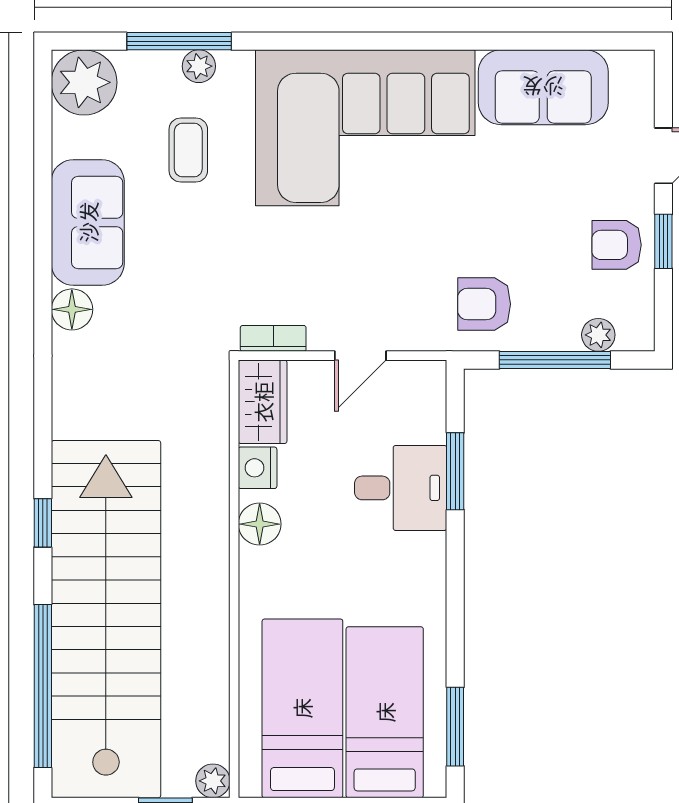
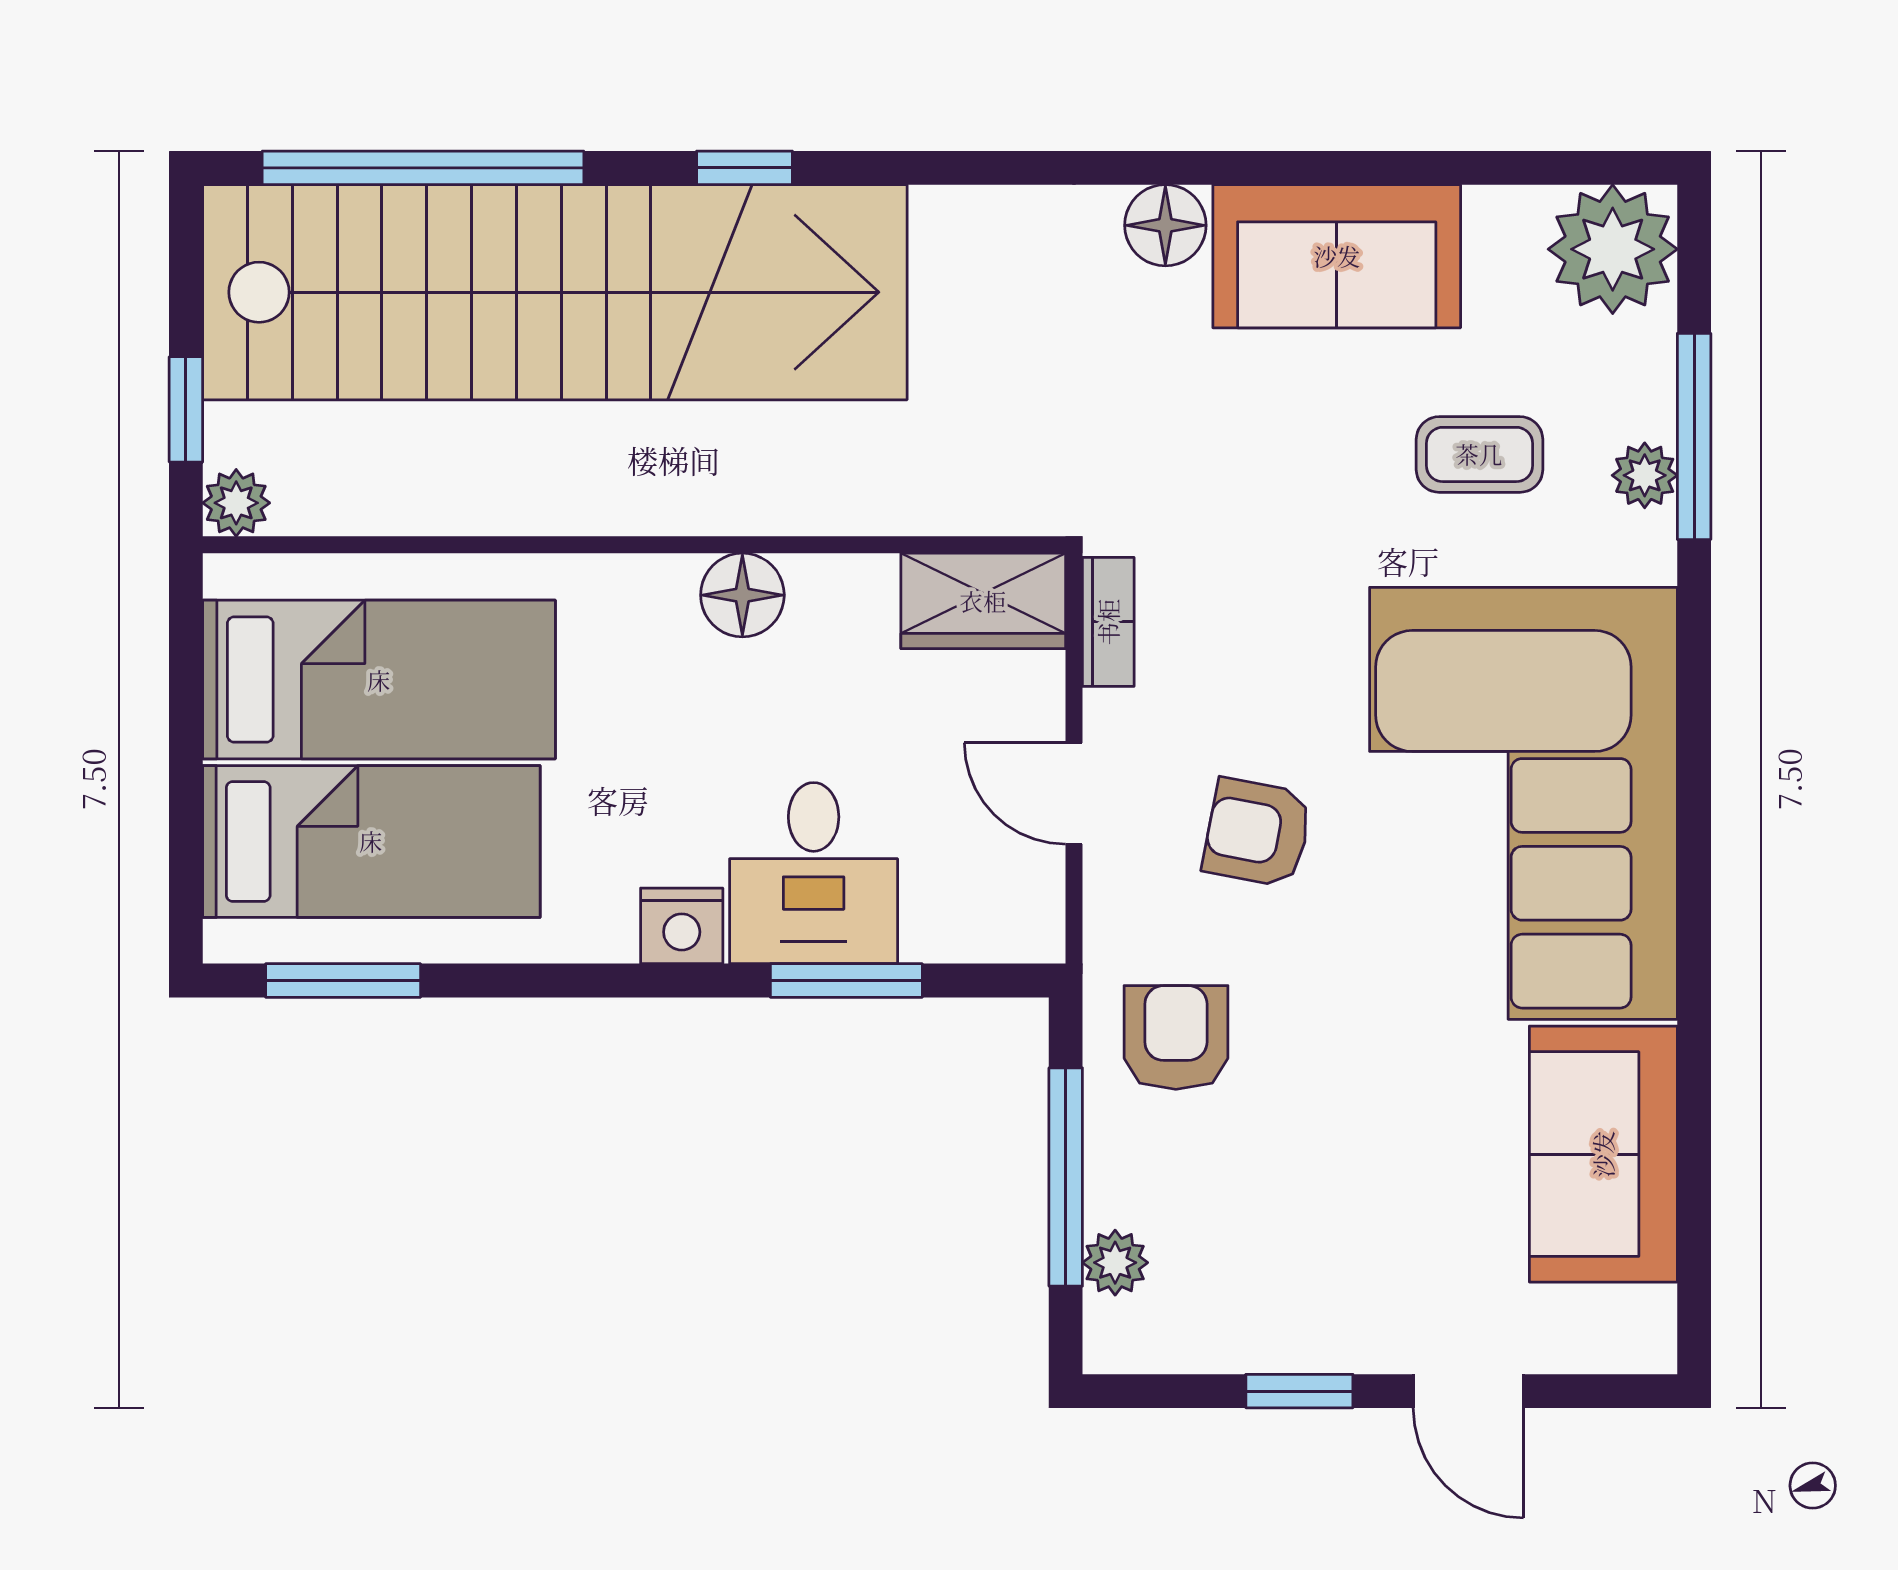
armchair: (617, 245) -> (1257, 833), moved, turned -79
nightstand: (258, 468) -> (682, 926), moved, turned 180

